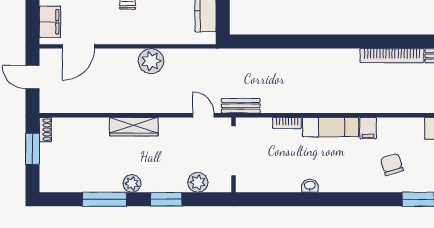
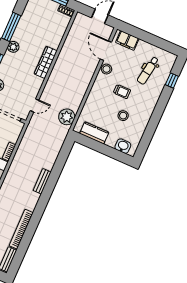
stool: (105, 34) -> (107, 69), added
plant: (151, 61) -> (67, 117), moved
bench: (241, 106) -> (42, 181), moved

